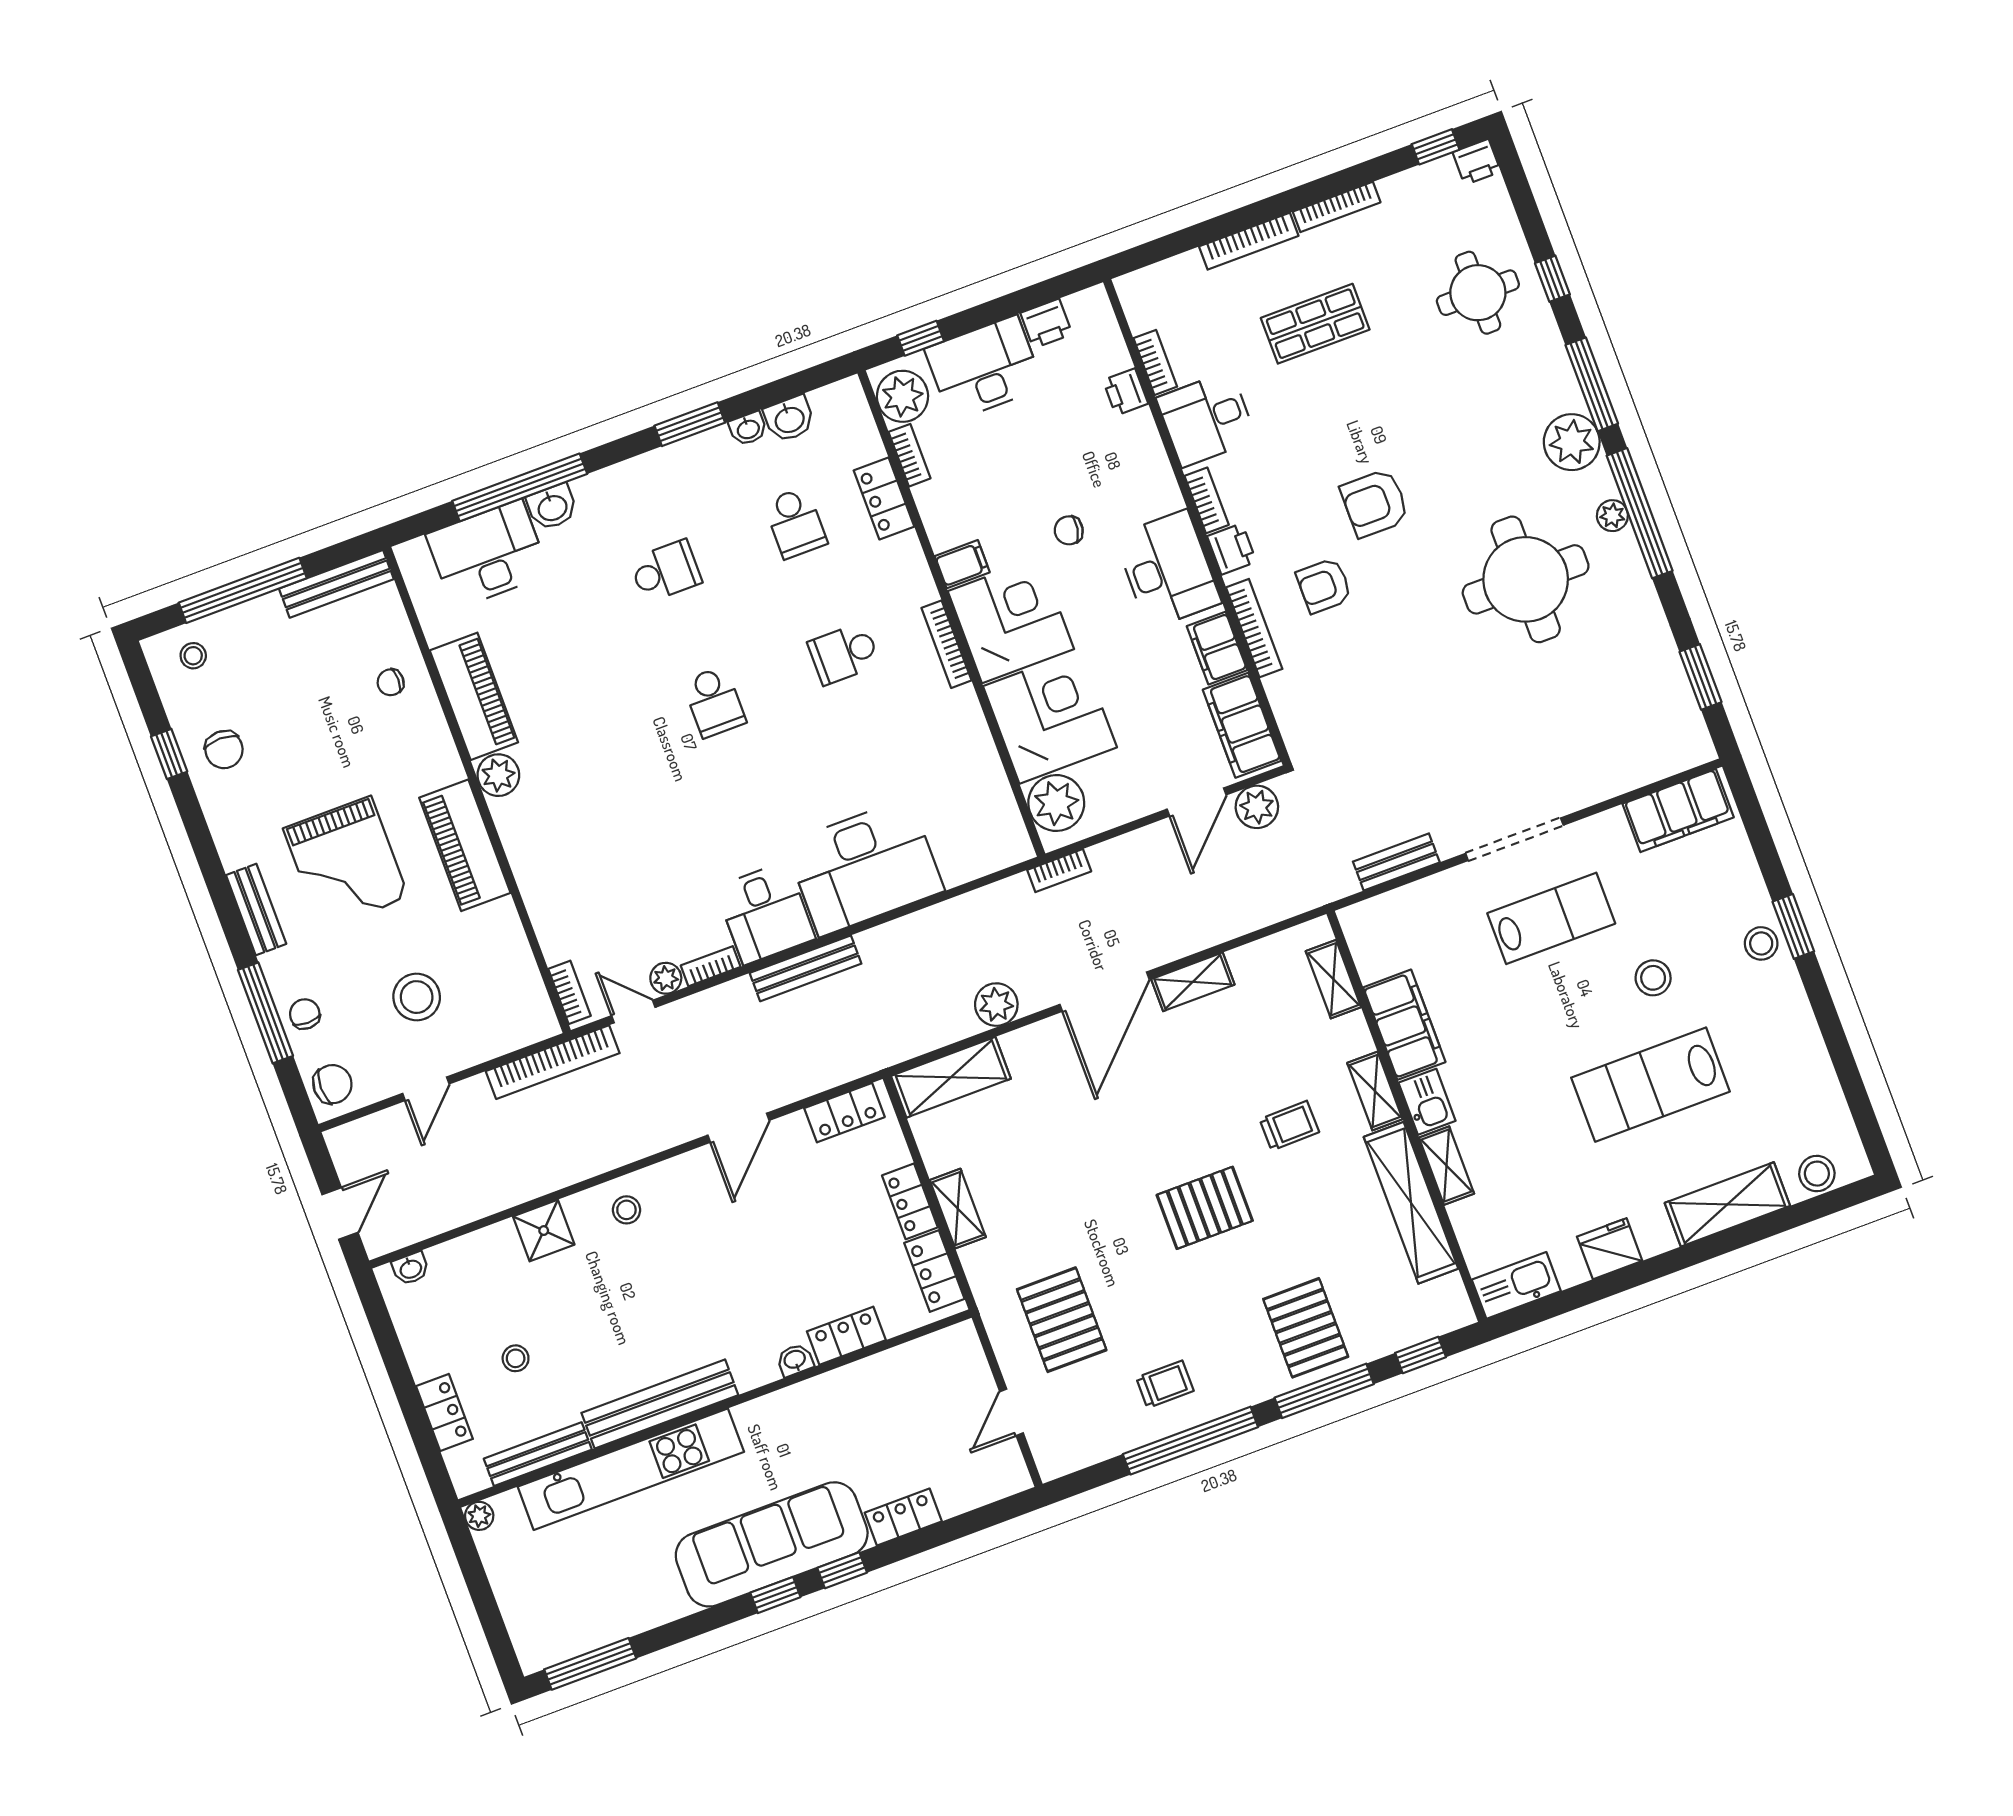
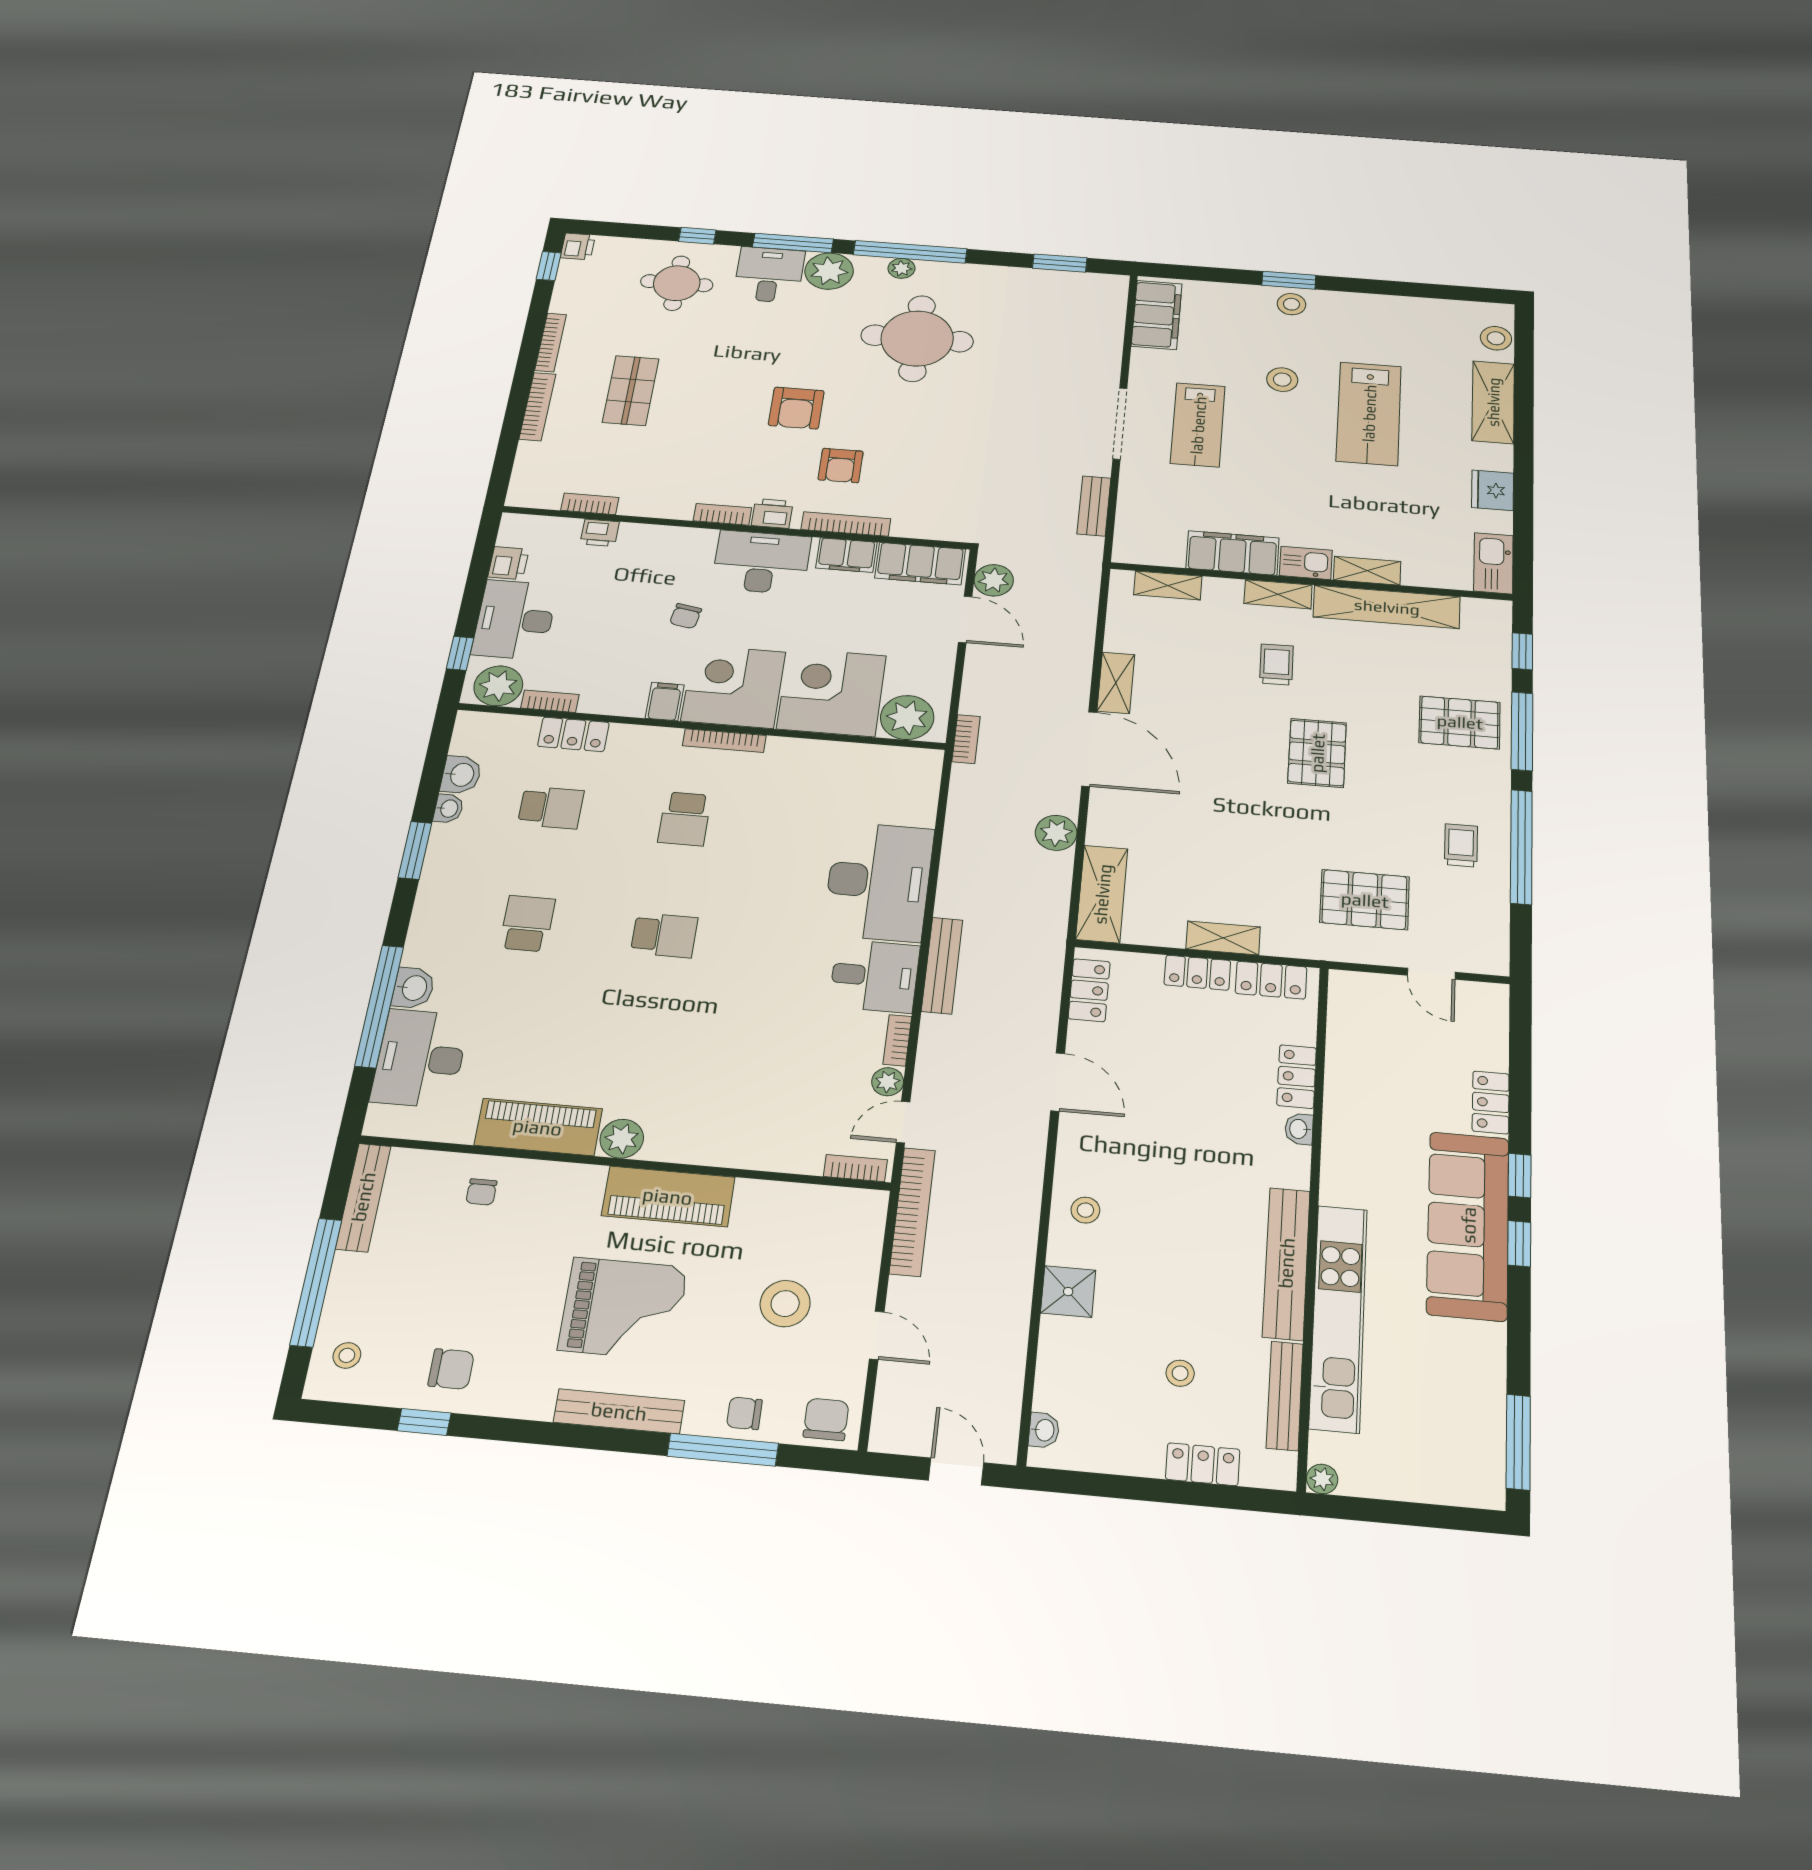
desk: (1207, 419) -> (769, 275), moved, turned 180
bench: (256, 910) -> (619, 1411), width x1.36
lab bench: (1551, 918) -> (1198, 425), turned 180

